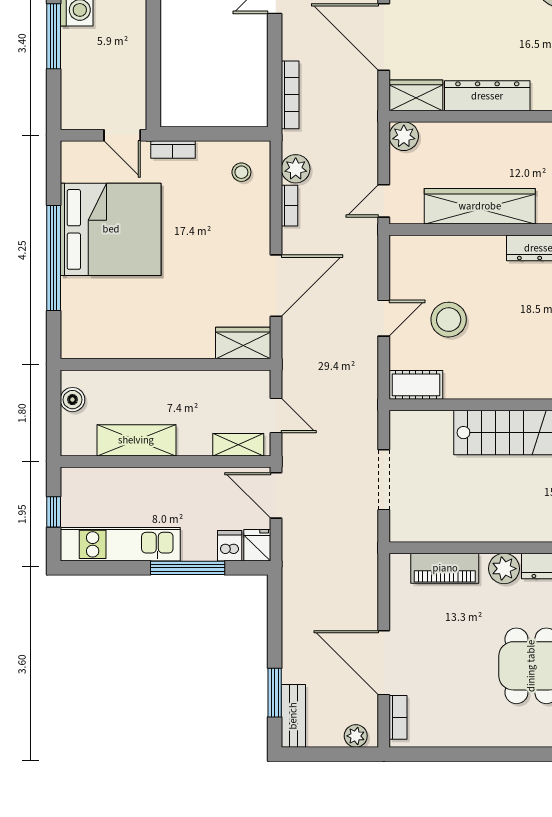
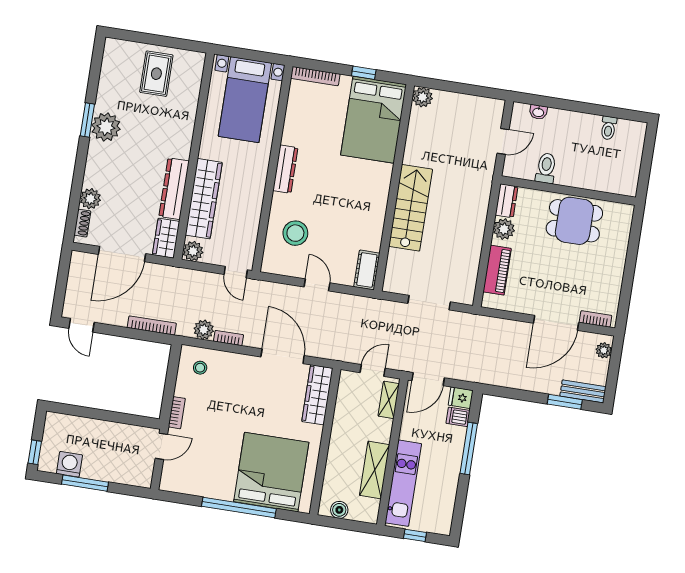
wardrobe: (480, 206) -> (204, 199), moved, turned 180
bed: (111, 229) -> (271, 472), moved
stool: (449, 320) -> (295, 233), moved
wardrobe: (243, 343) -> (317, 395), width x1.50
kitchen unit: (120, 544) -> (403, 483), moved, turned 180

